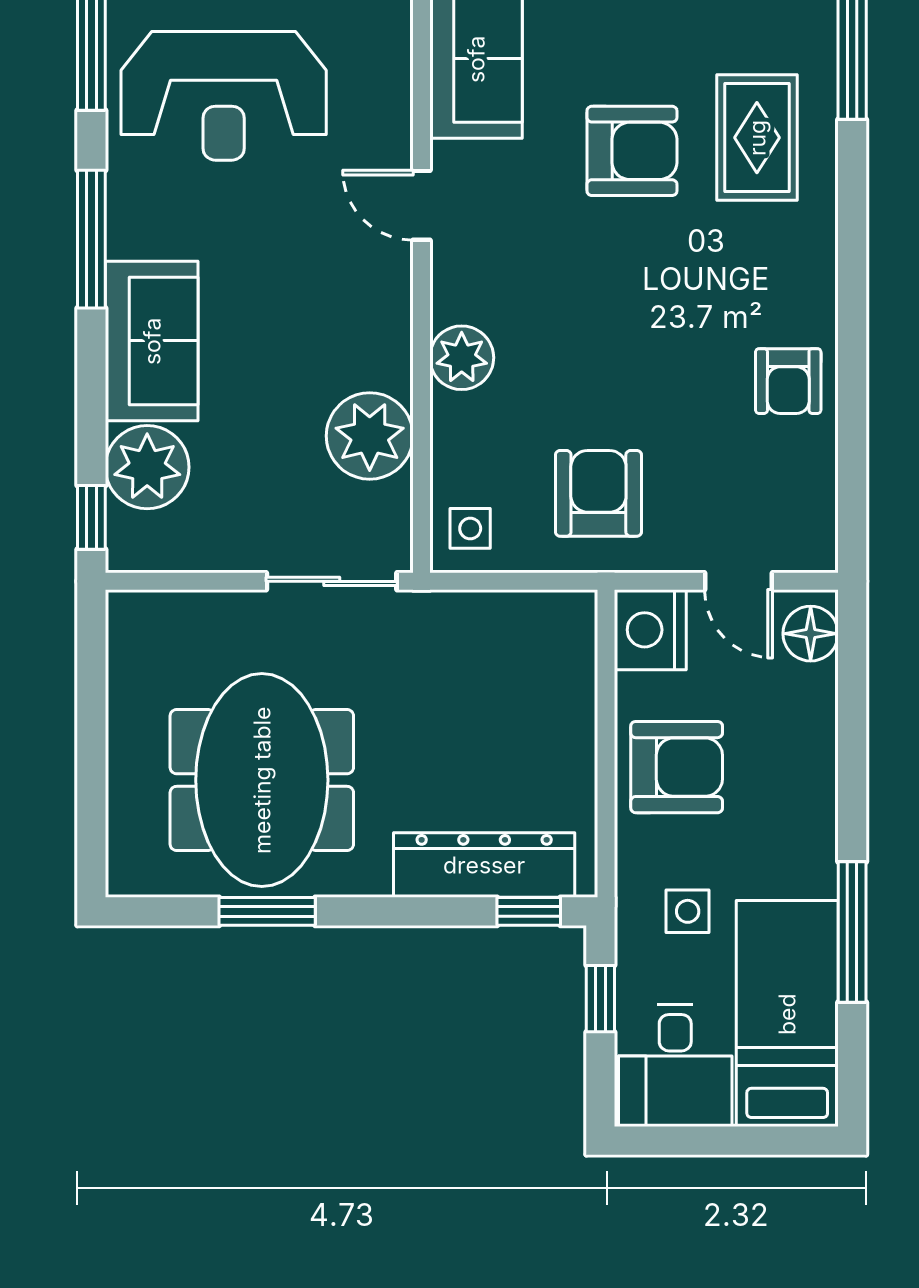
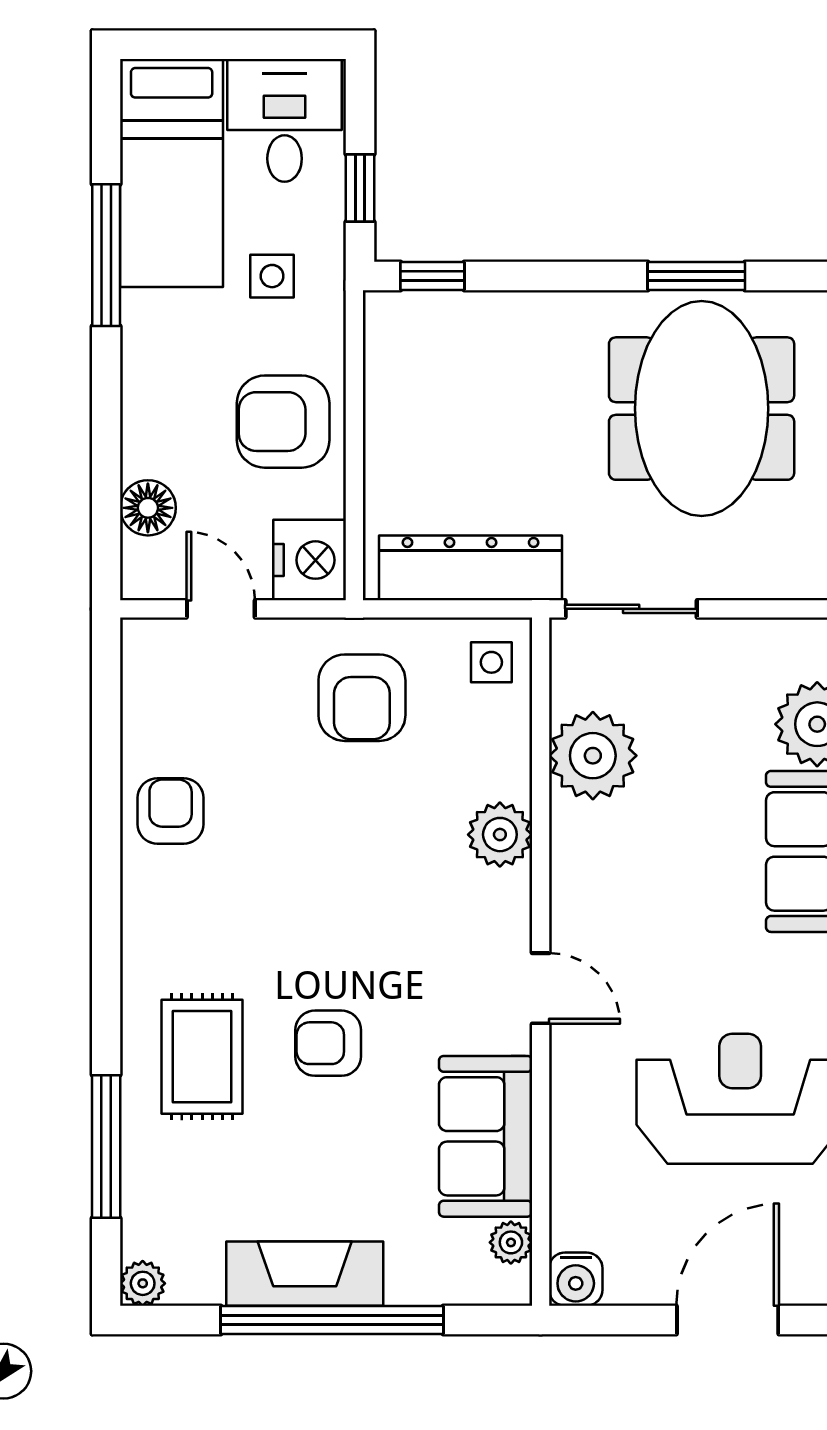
armchair: (632, 151) -> (328, 1043), width x0.72, depth x0.72
floor lamp: (811, 634) -> (148, 508), moved
dresser: (484, 865) -> (471, 568), moved, turned 180

